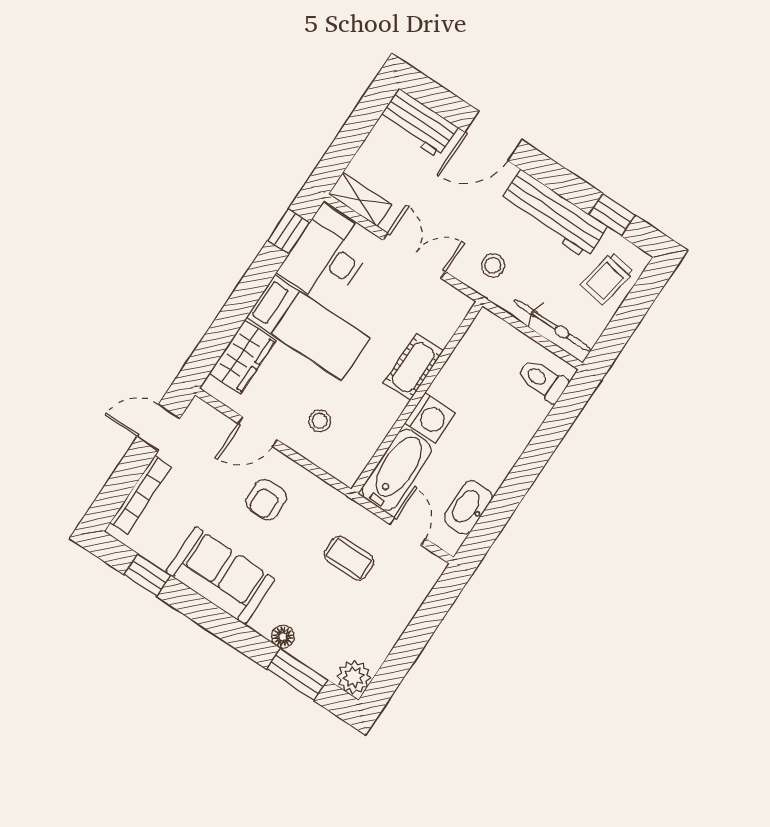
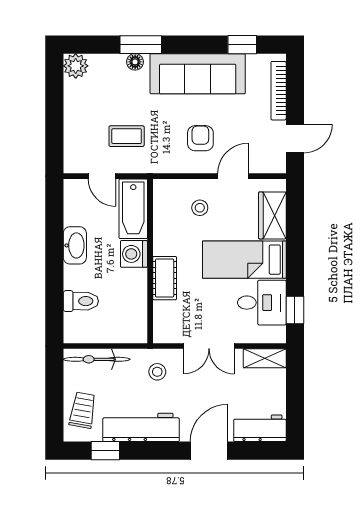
desk: (327, 256) -> (262, 303), width x0.73
toilet: (543, 380) -> (81, 301), moved
washbasin: (468, 507) -> (75, 245), moved
sofa: (220, 576) -> (198, 74), width x1.36
window: (297, 675) -> (141, 45), moved

